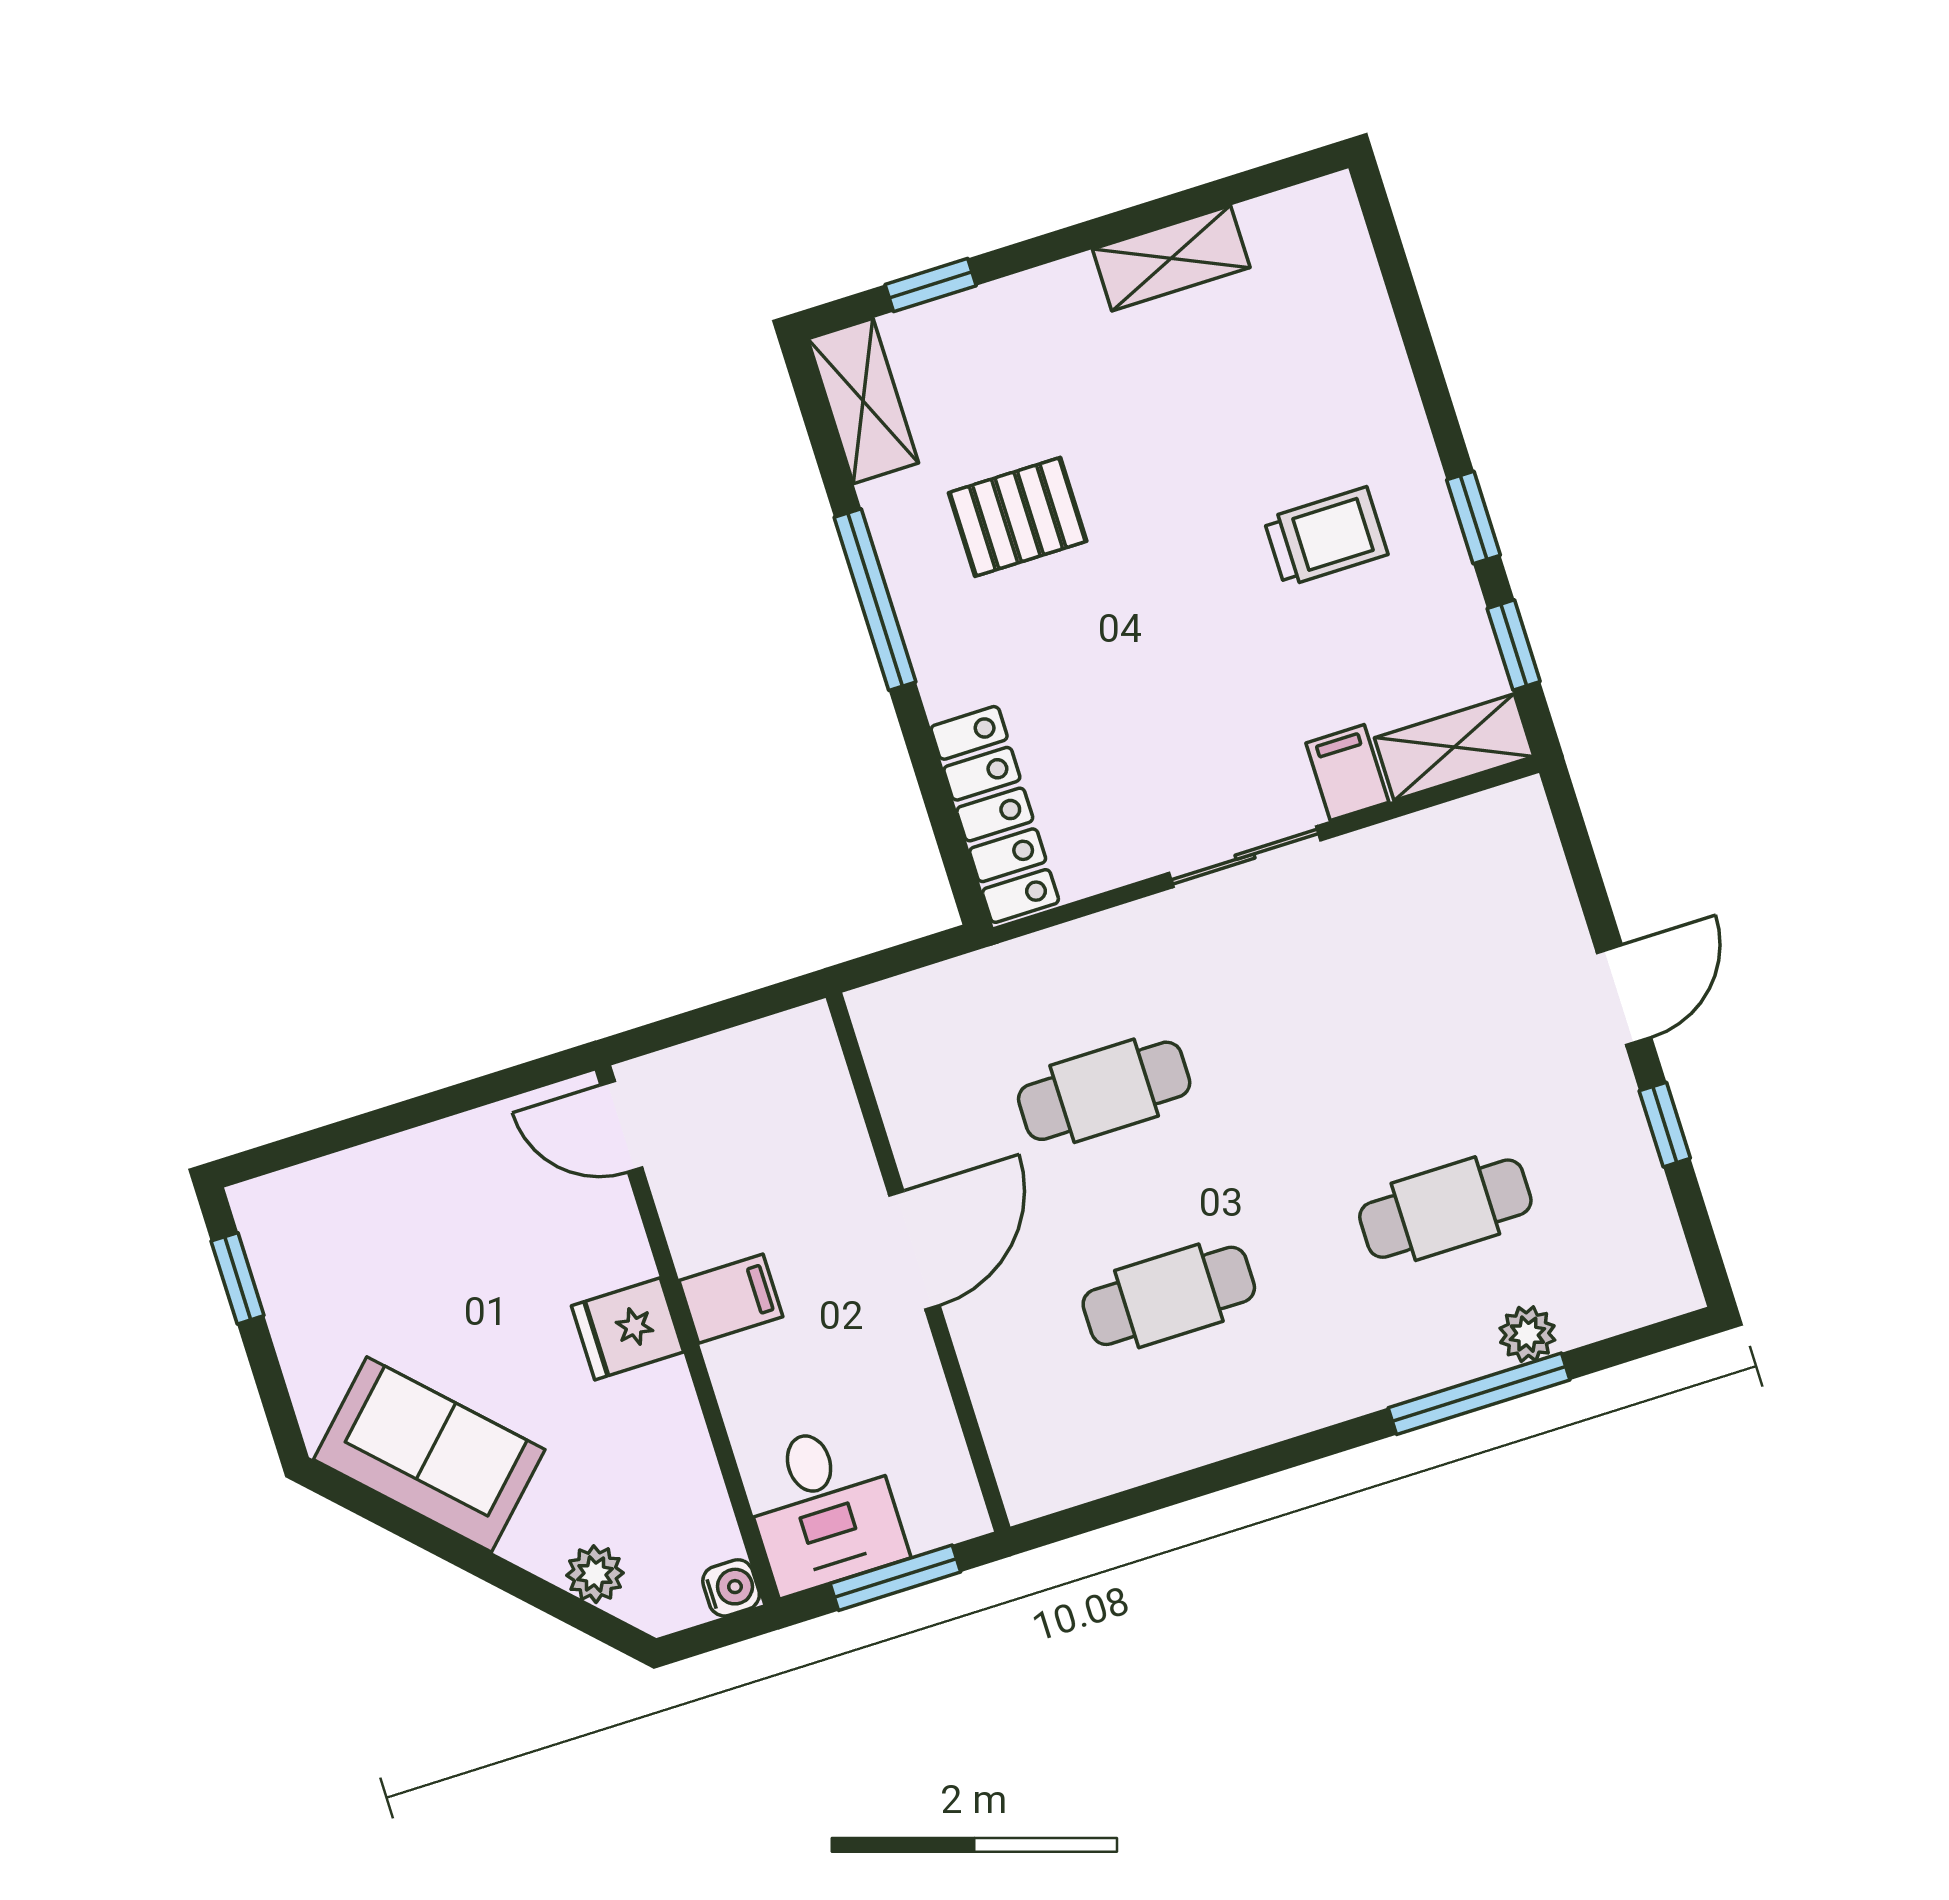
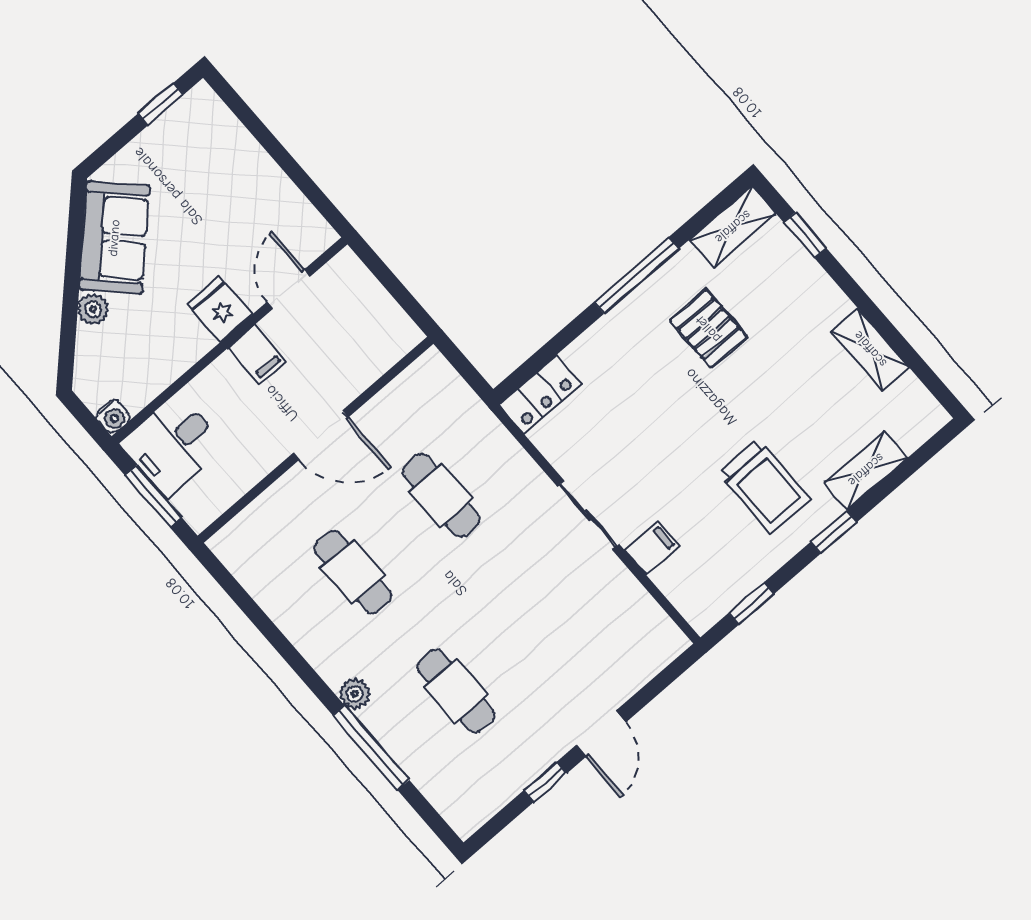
window: (1473, 518) -> (834, 532), moved
trolley: (1326, 537) -> (765, 486), width x1.36, depth x1.39
shelving: (1454, 747) -> (866, 470), moved, turned 90
locker: (995, 814) -> (540, 394), width x0.66
door: (1624, 995) -> (601, 734), hinge flipped
door: (621, 1127) -> (289, 289), moved
plant: (1527, 1334) -> (355, 694), moved
plant: (595, 1574) -> (93, 309), moved

